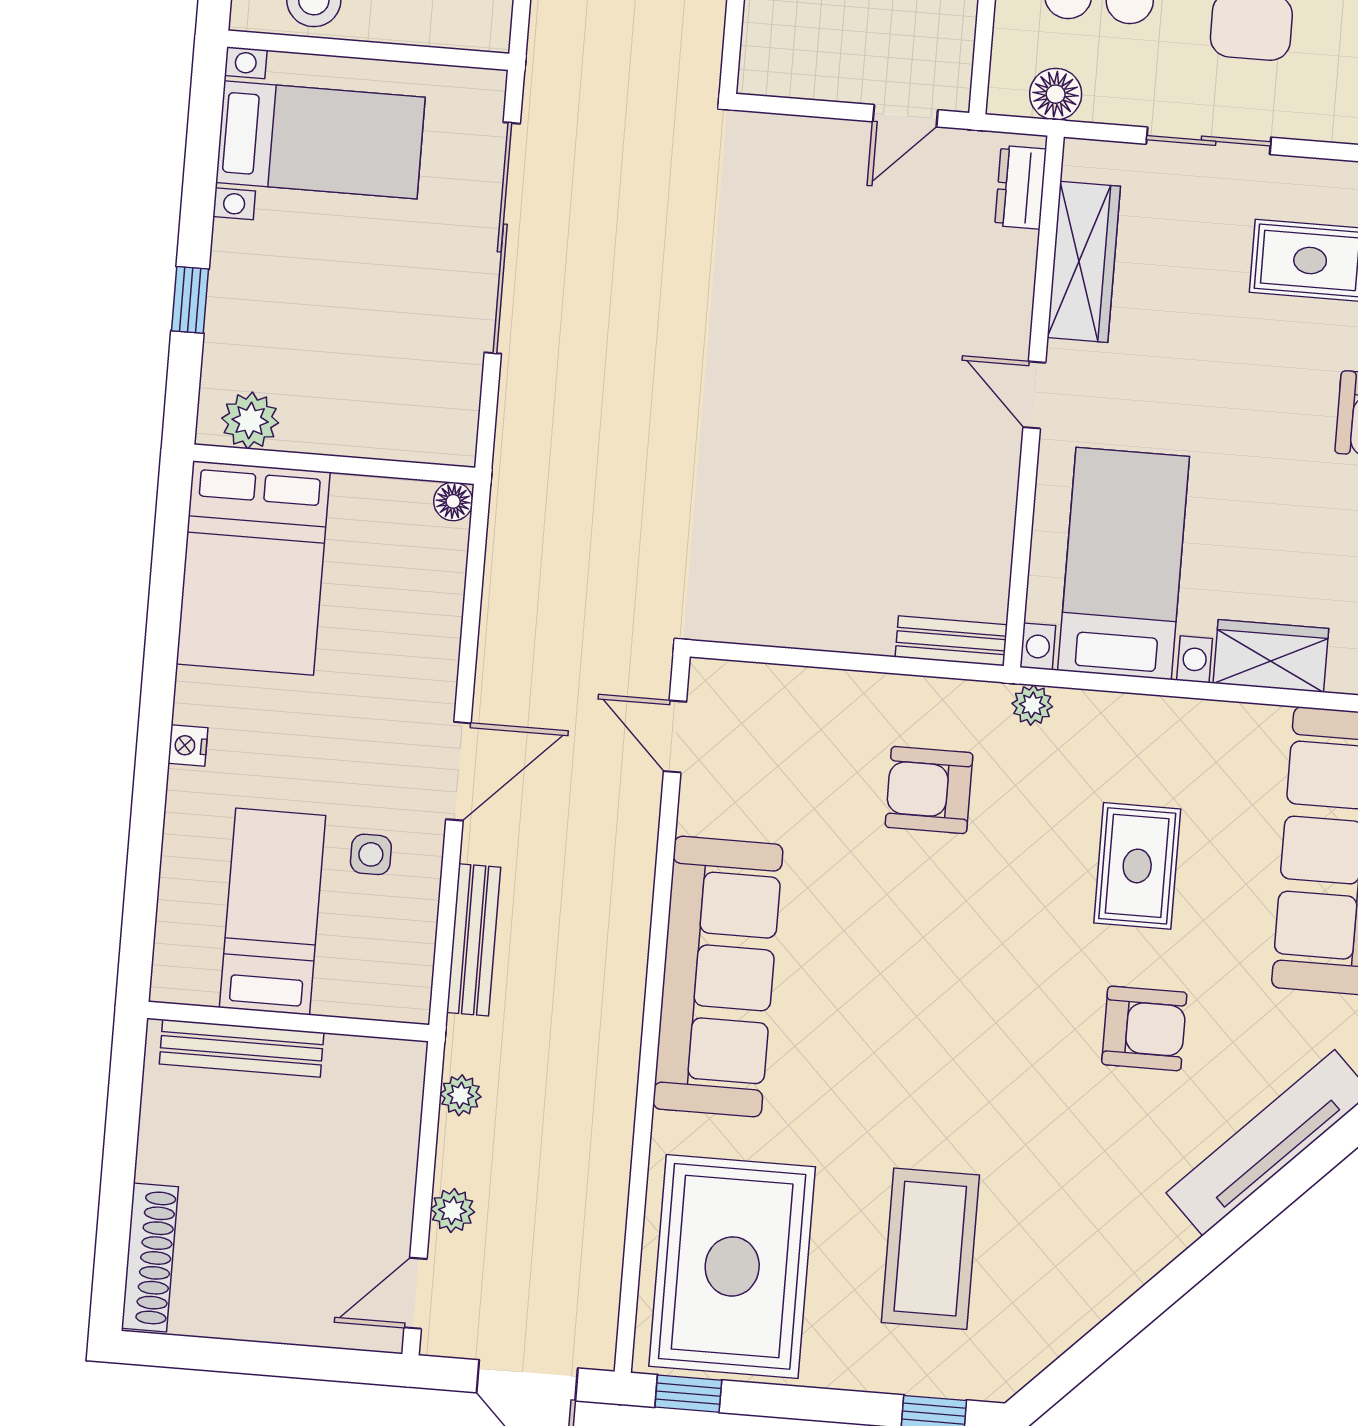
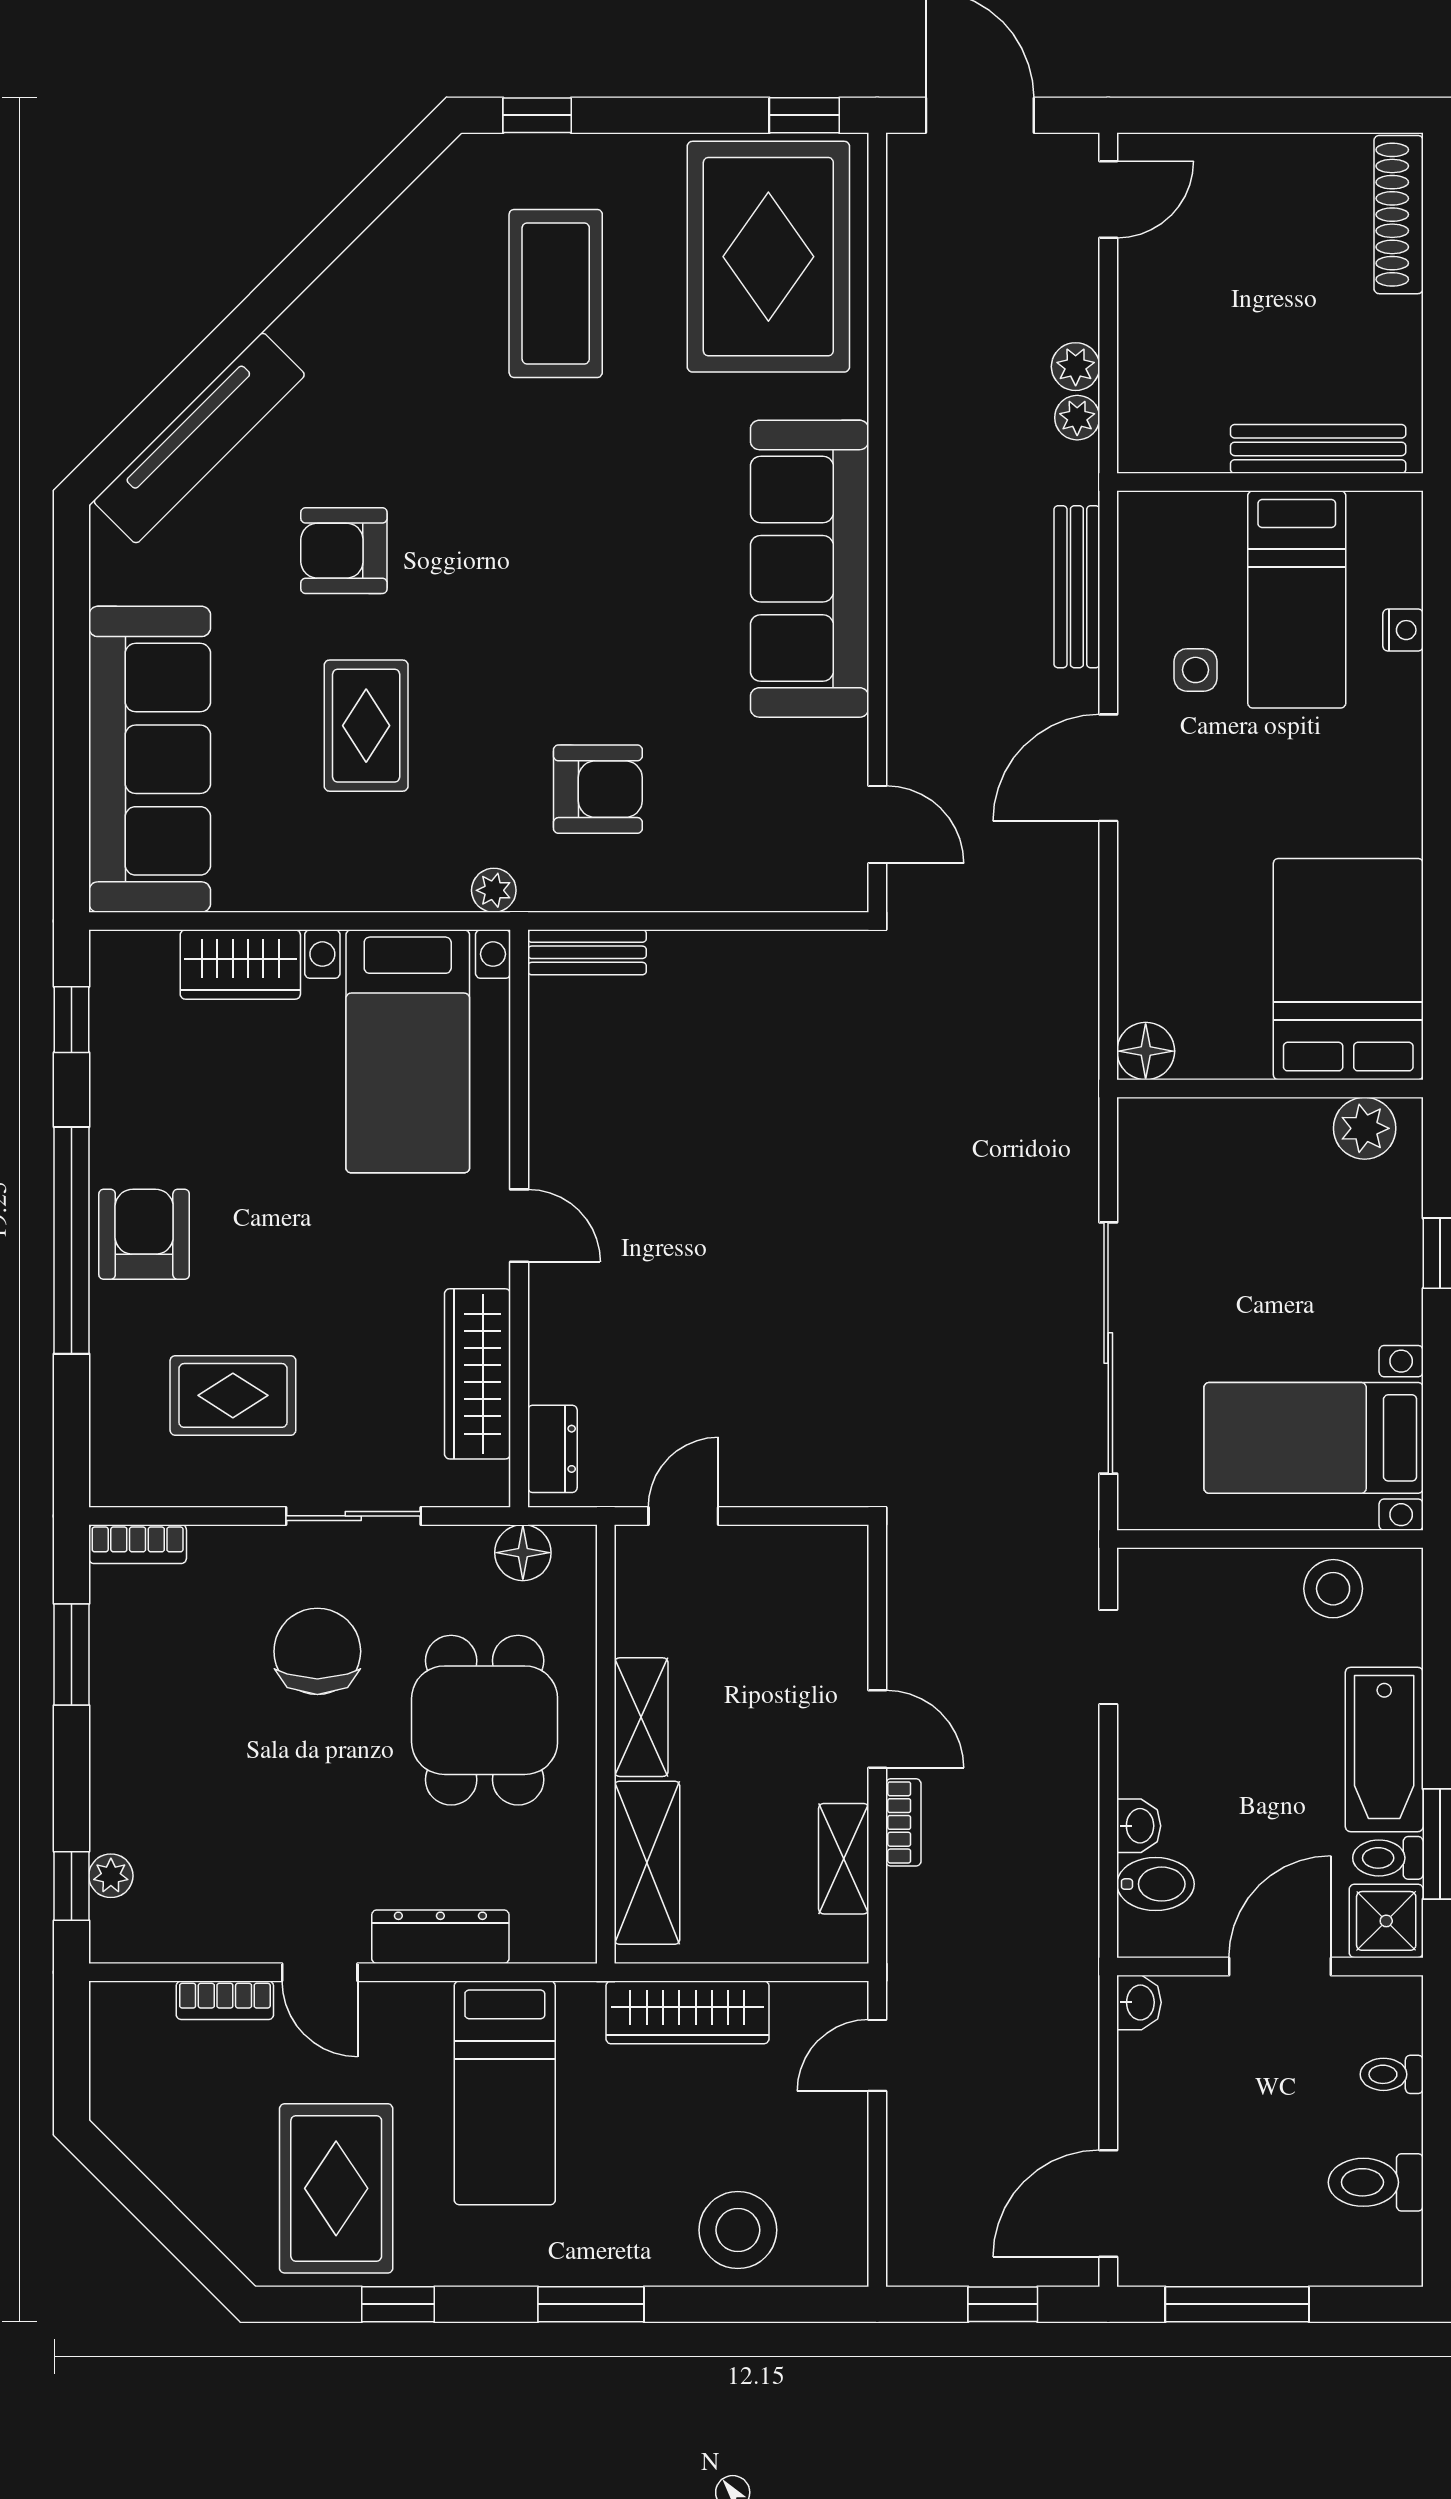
floor lamp: (453, 501) -> (1146, 1051), width x1.37, depth x1.37
nightstand: (188, 745) -> (1403, 630), moved
plant: (453, 1210) -> (1076, 367), moved

